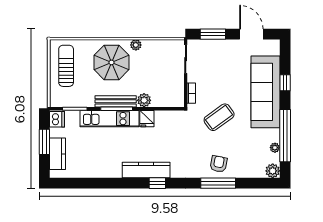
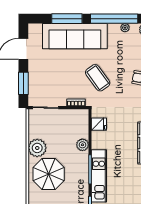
plant: (136, 45) -> (37, 148), width x1.88, depth x1.88
window: (285, 83) -> (67, 19), width x2.17
bench: (116, 101) -> (83, 170), removed
fridge: (147, 119) -> (99, 124), moved

